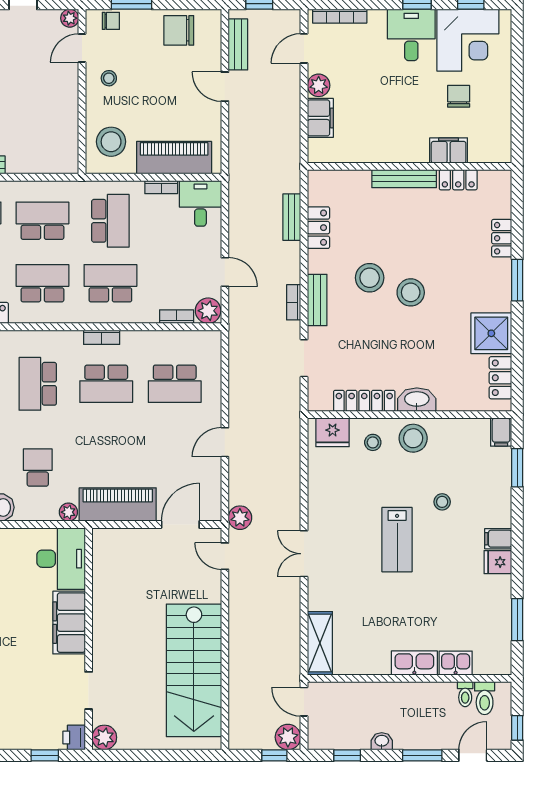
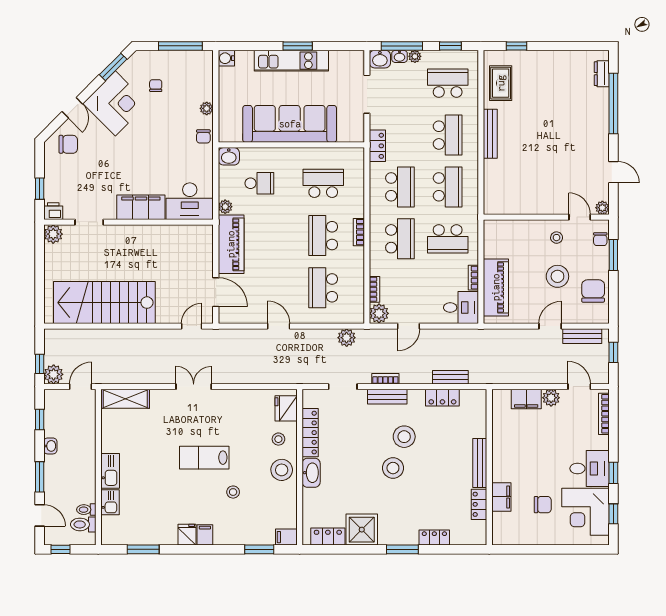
stool: (111, 142) -> (557, 276), moved
plant: (240, 518) -> (347, 338), moved

